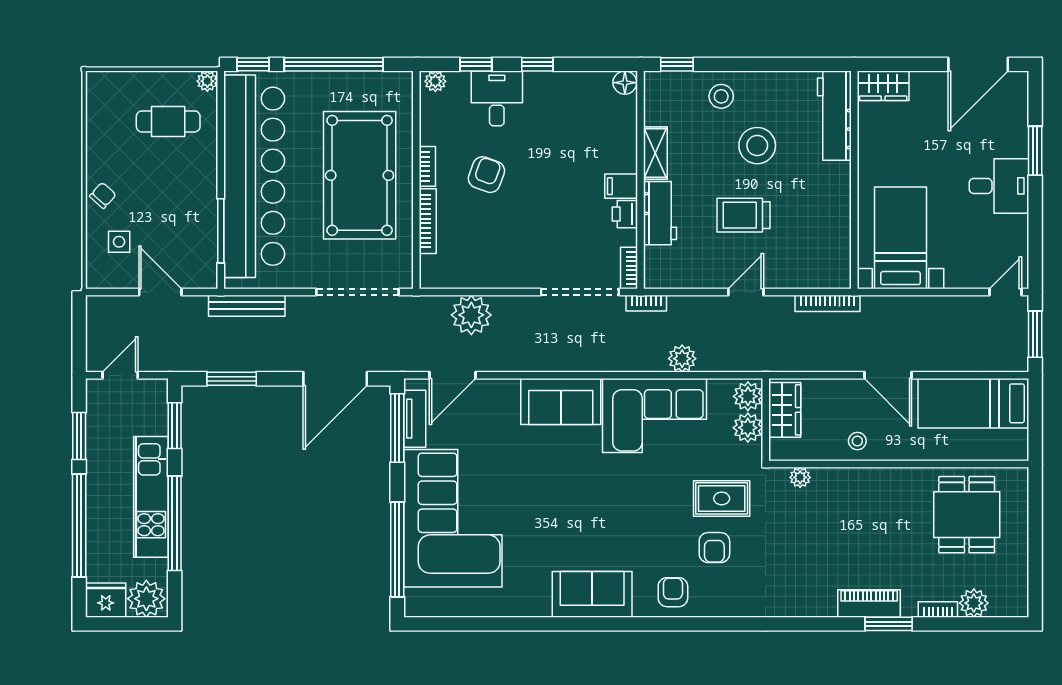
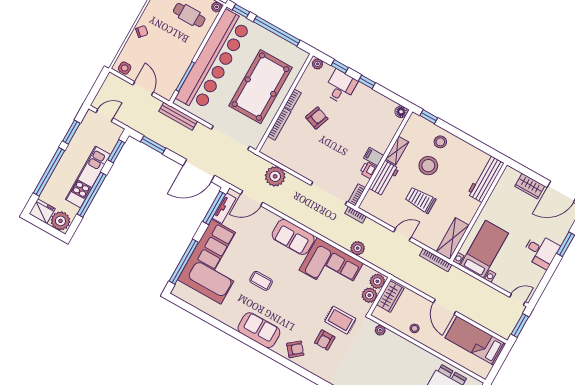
wardrobe: (883, 86) -> (530, 186), moved
stool: (757, 146) -> (428, 166), moved
side table: (119, 242) -> (125, 68), moved
shelving: (836, 250) -> (453, 238), added
coffee table: (548, 508) -> (261, 281), added
armchair: (673, 592) -> (295, 349), turned 50

